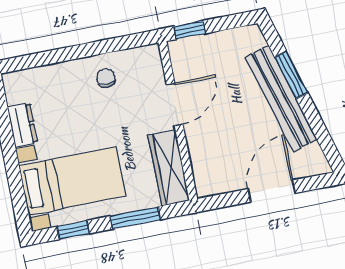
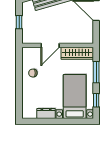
window: (190, 30) -> (19, 22), moved
door: (175, 104) -> (50, 45), swing flipped

